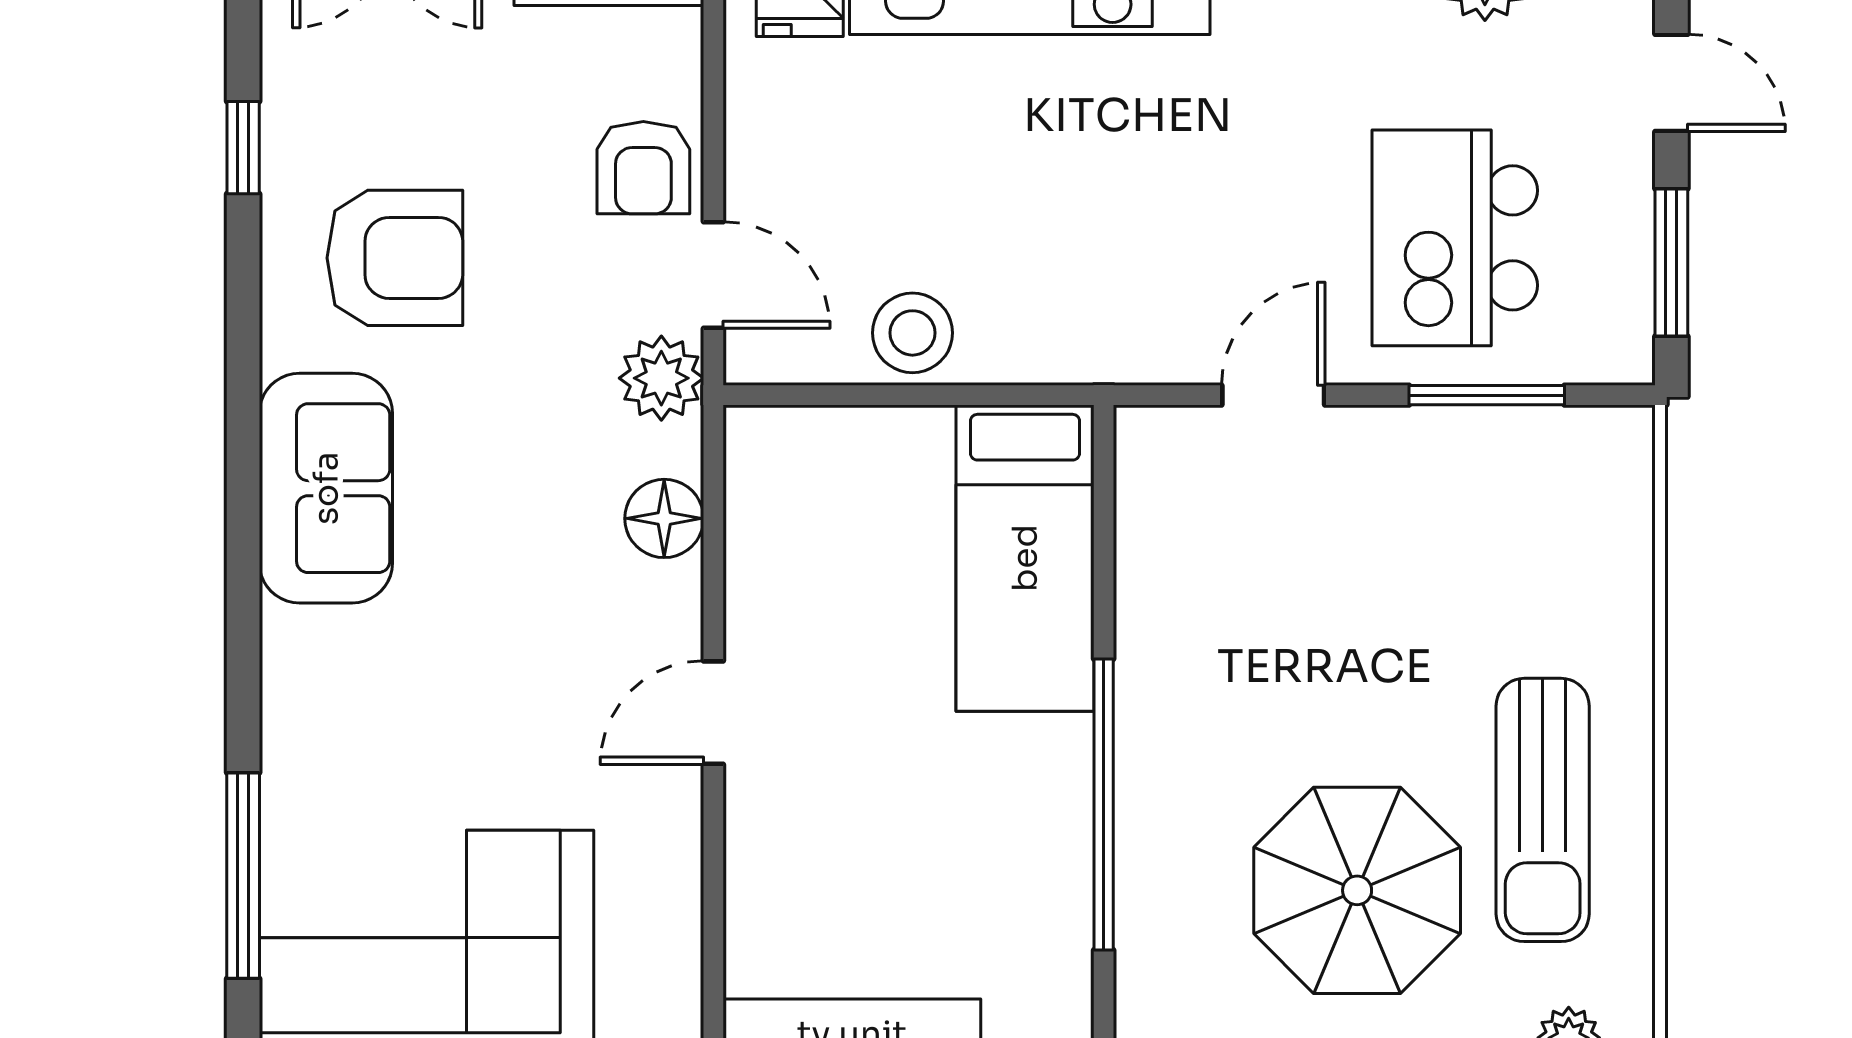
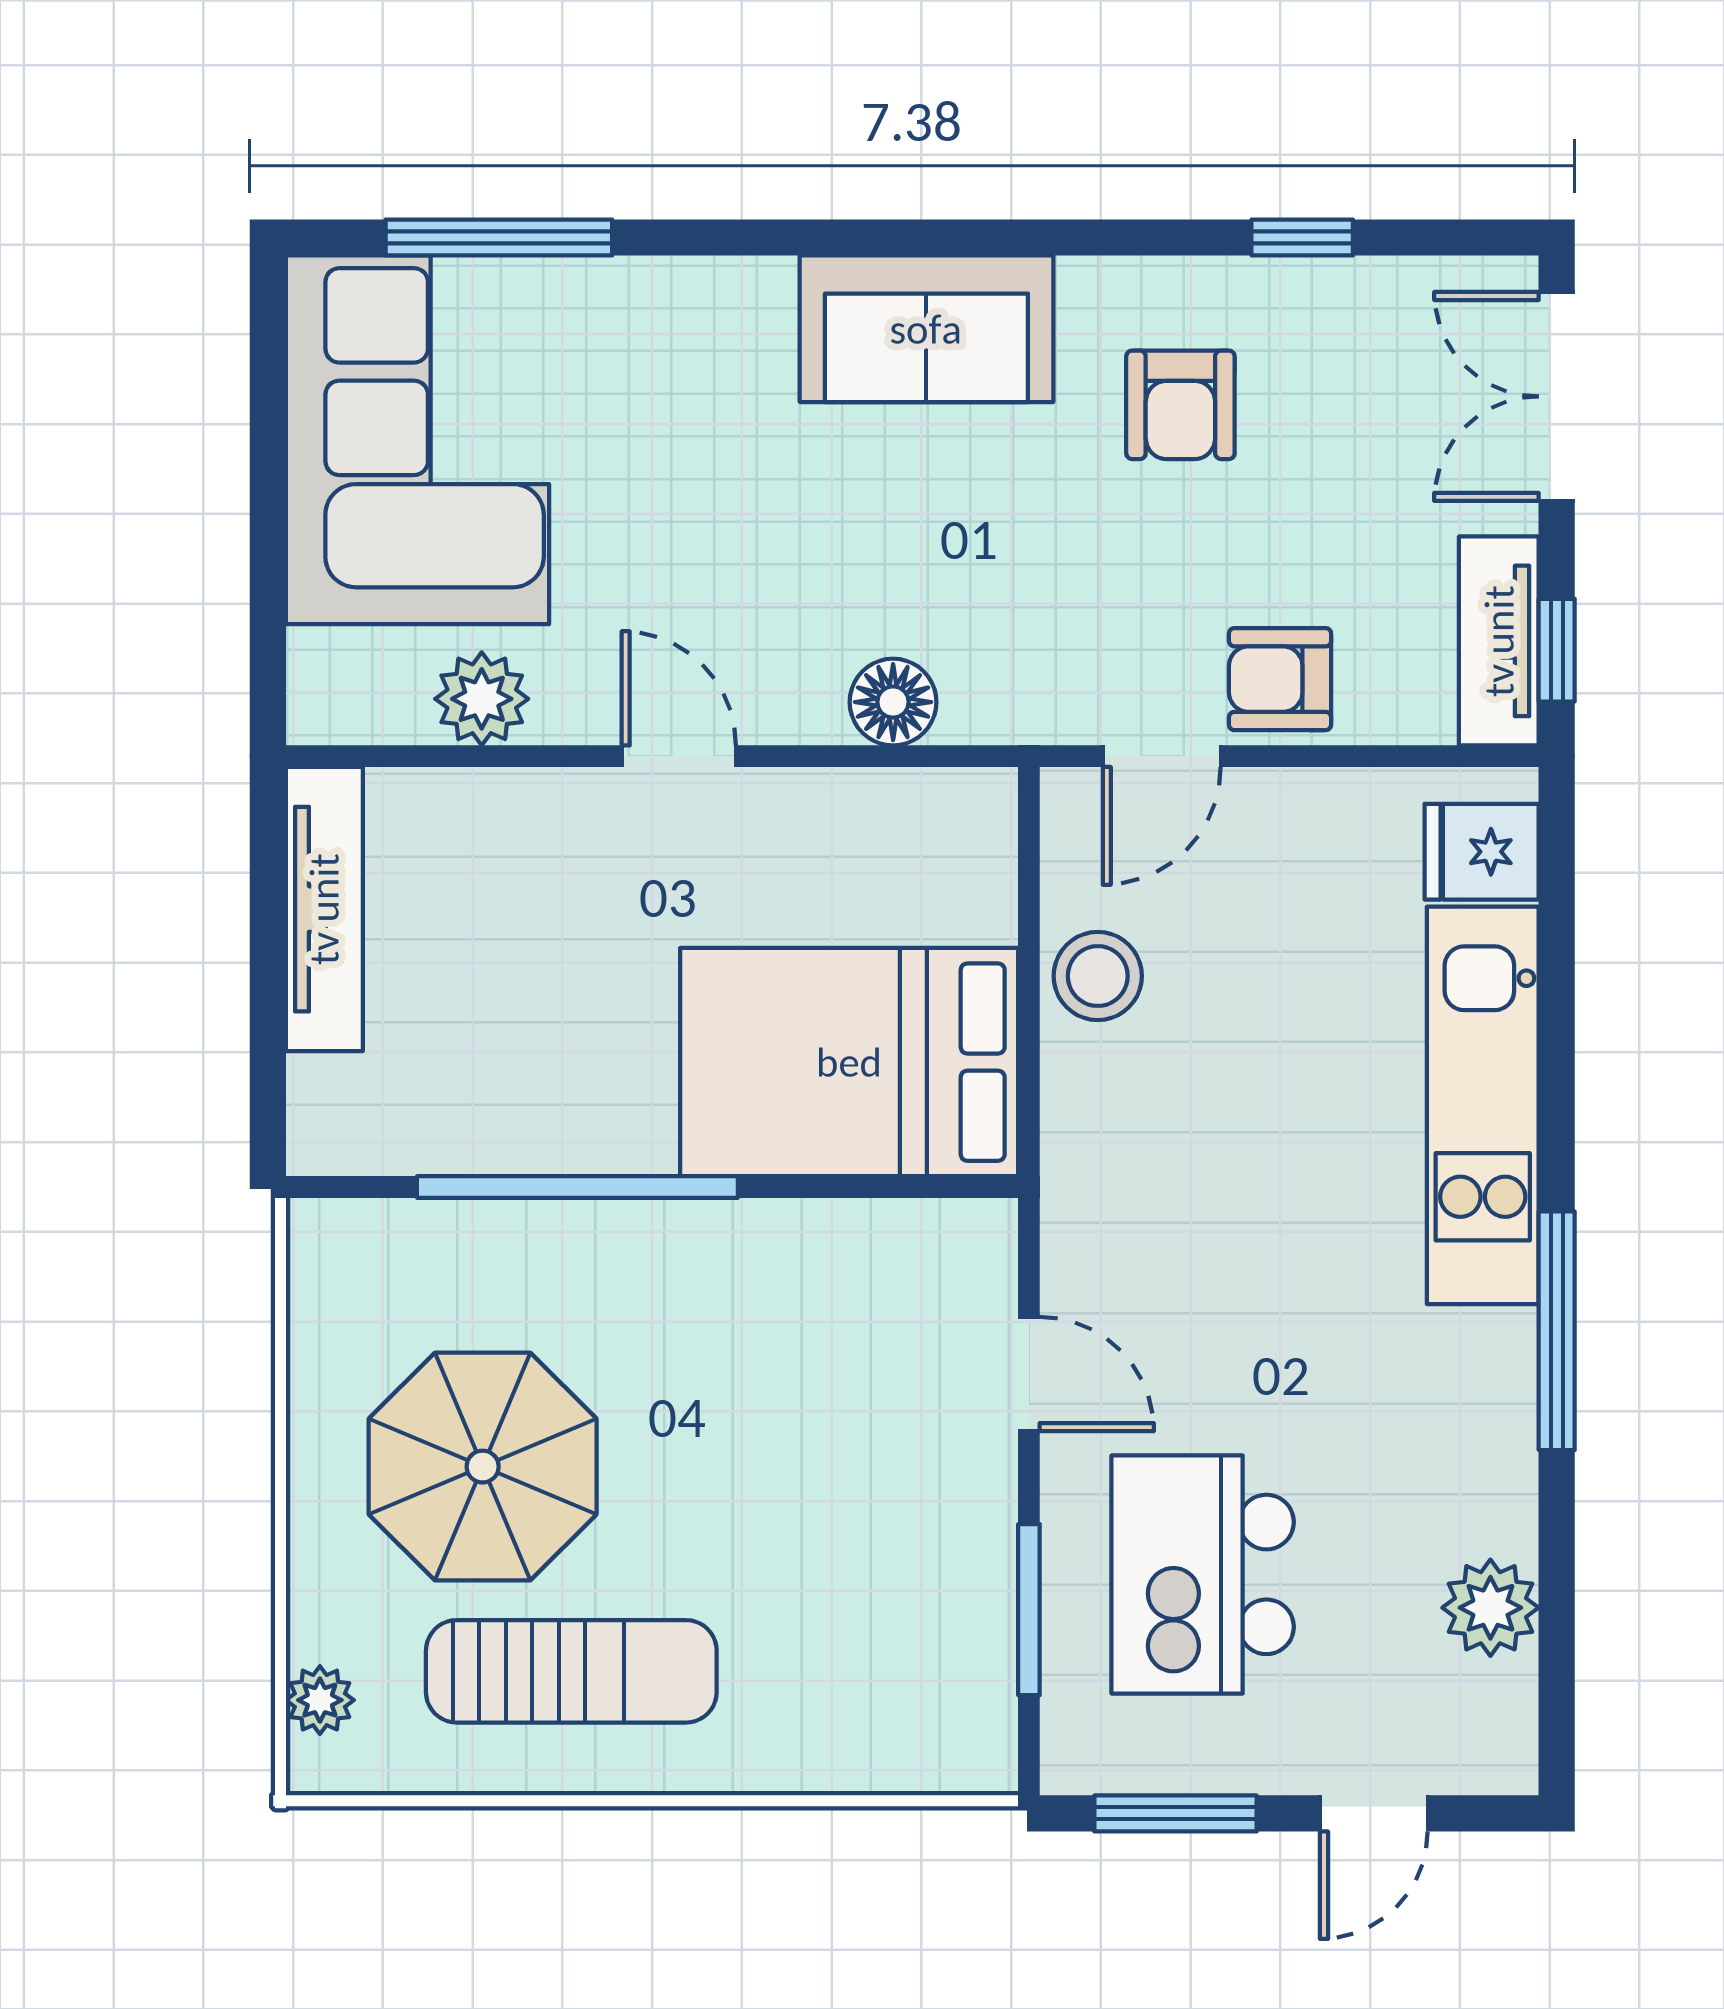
kitchen island: (1455, 238) -> (1203, 1574), turned -90
armchair: (395, 258) -> (1180, 405), width x0.72, depth x0.72
plant: (661, 378) -> (482, 699), moved
bed: (1025, 558) -> (849, 1062), width x1.50
sun lounger: (1543, 810) -> (571, 1671), turned 180

